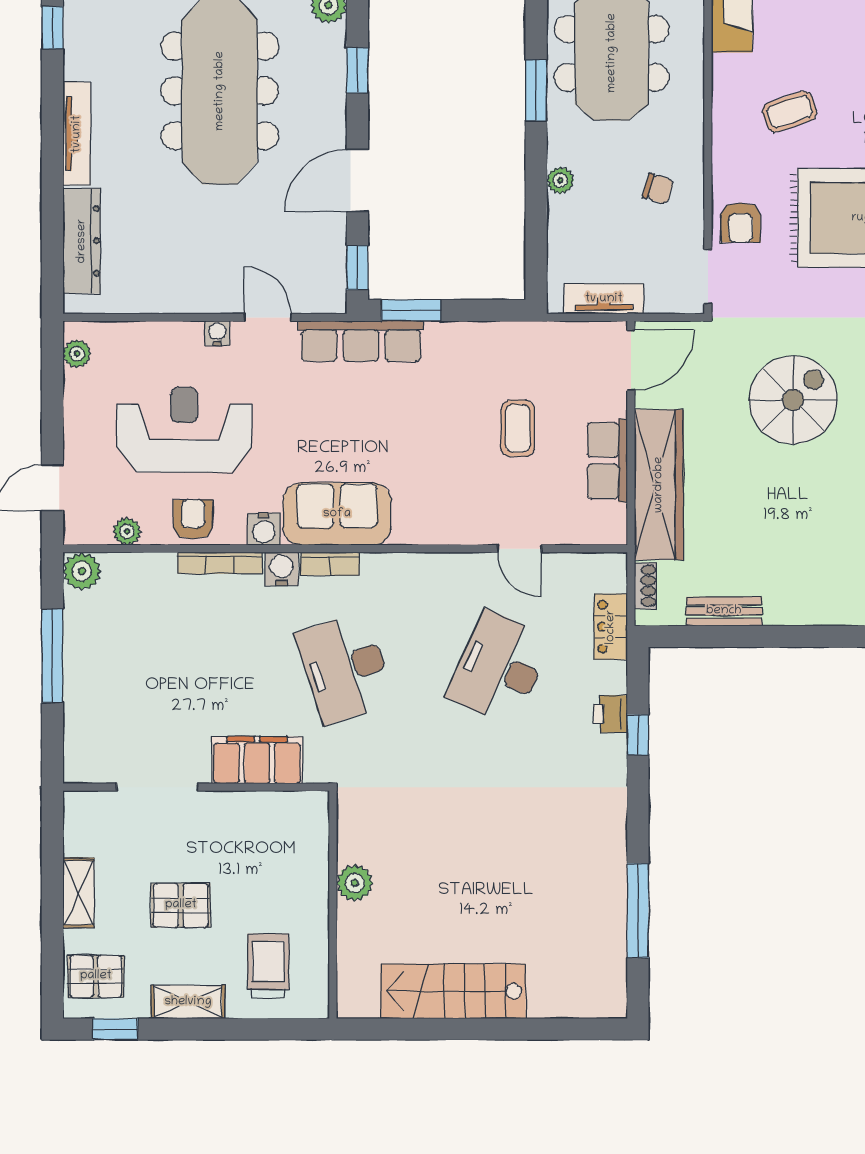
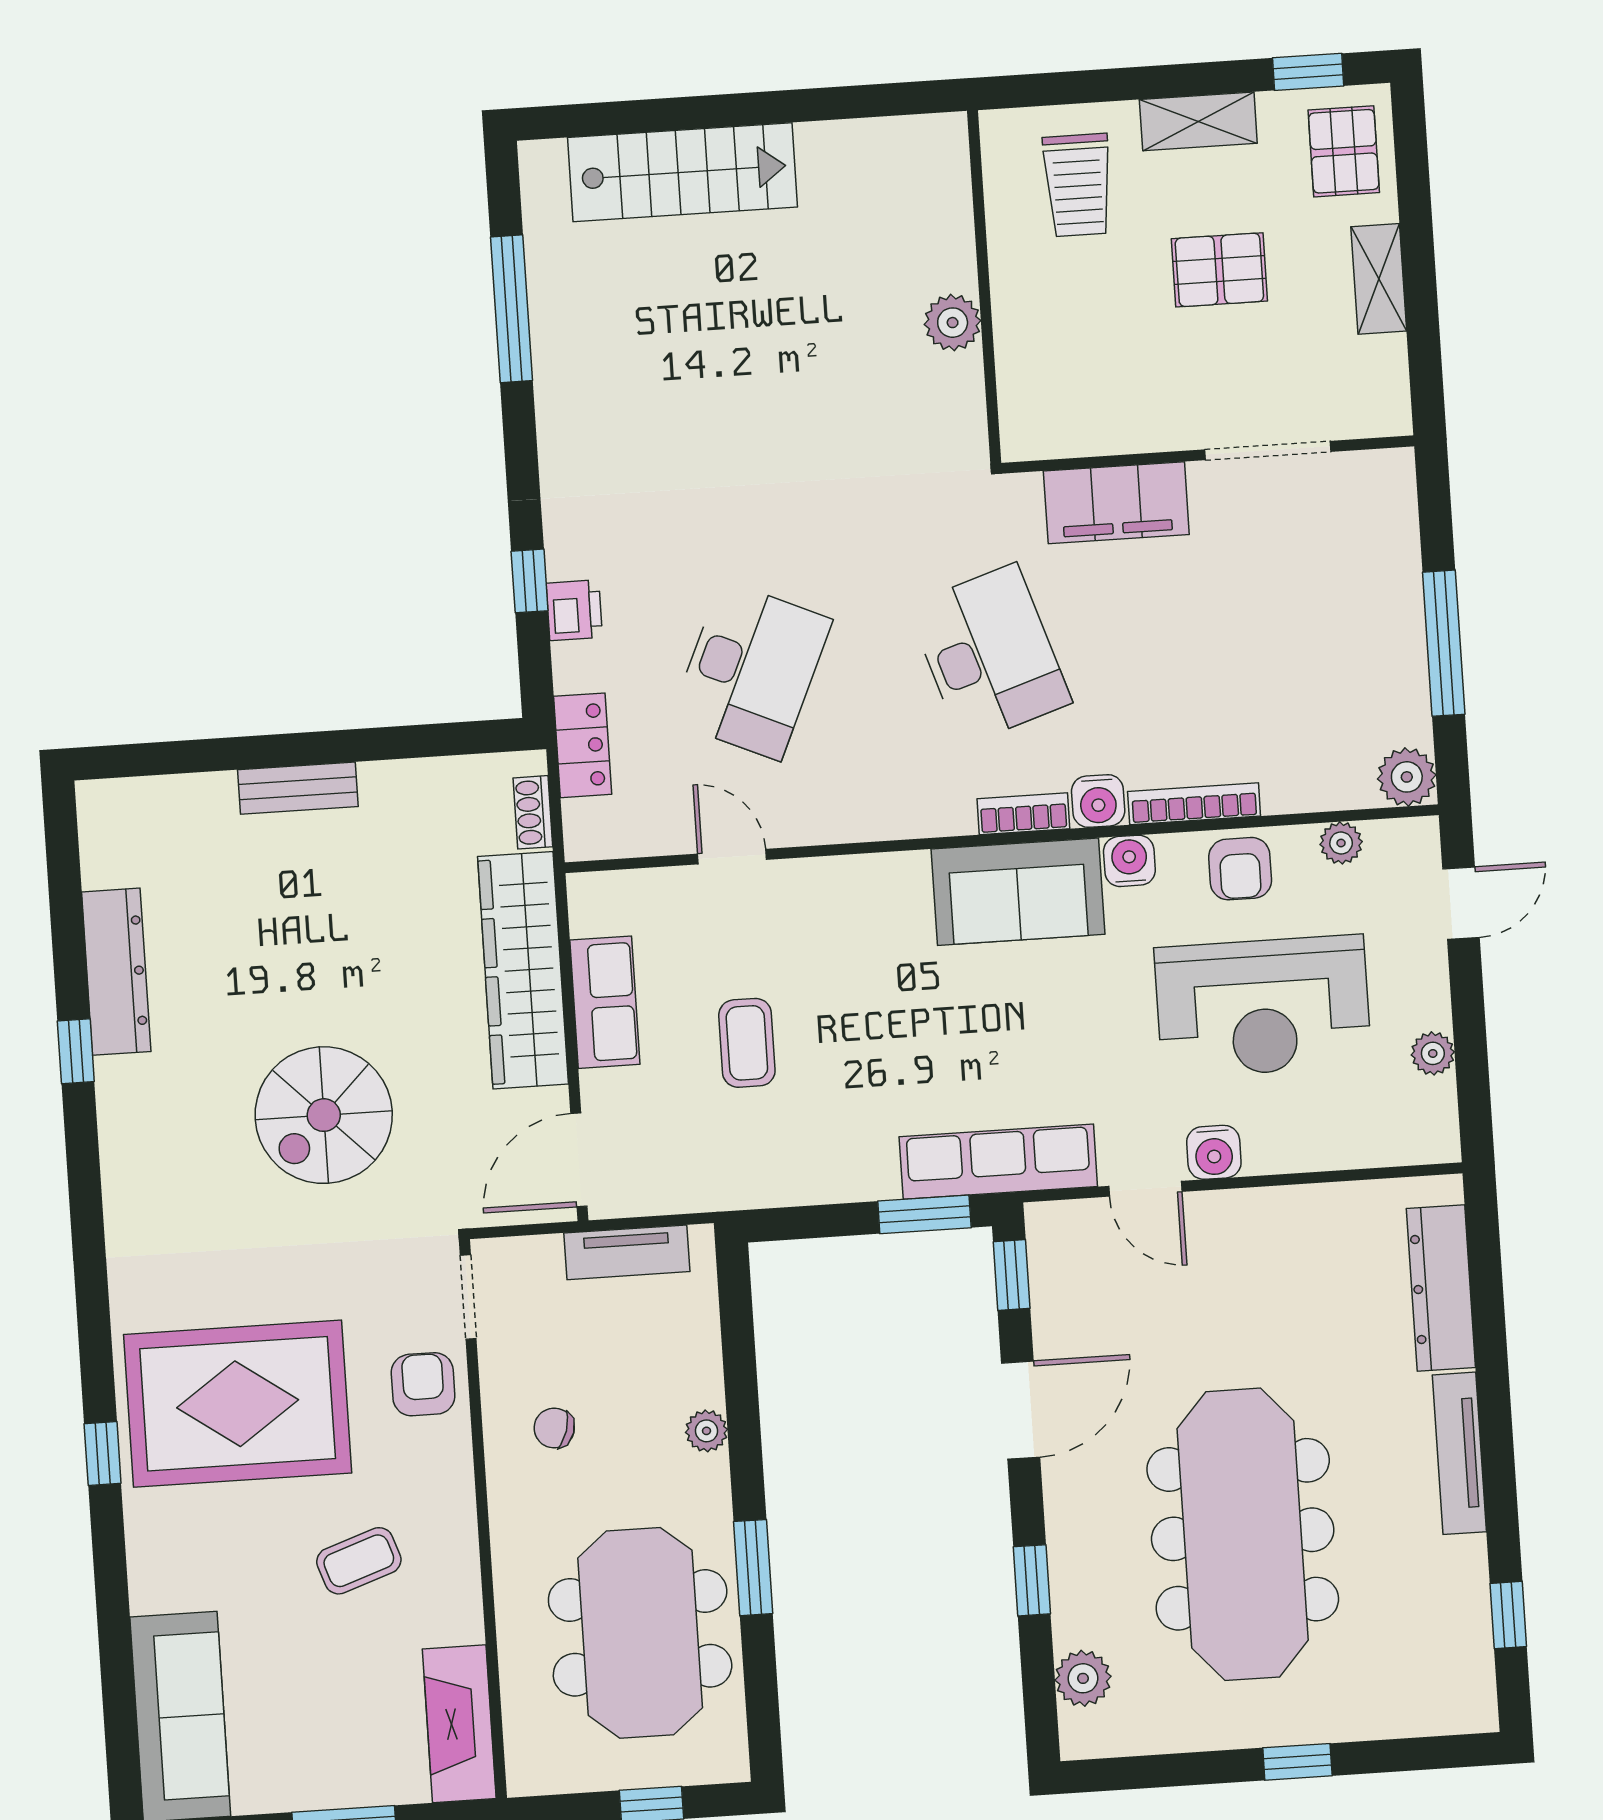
water cooler: (217, 333) -> (1214, 1152), width x1.38, depth x1.38
plant: (77, 354) -> (1433, 1053), moved
bench: (724, 611) -> (298, 788), moved
pallet: (96, 976) -> (1344, 151), turned 90
stairs: (453, 991) -> (682, 172), moved

